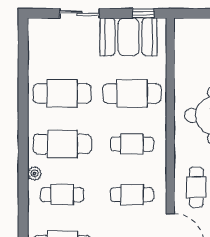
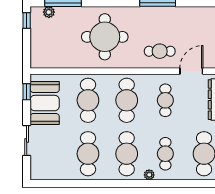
cafe table: (132, 144) -> (127, 100), width x1.37, depth x1.35

